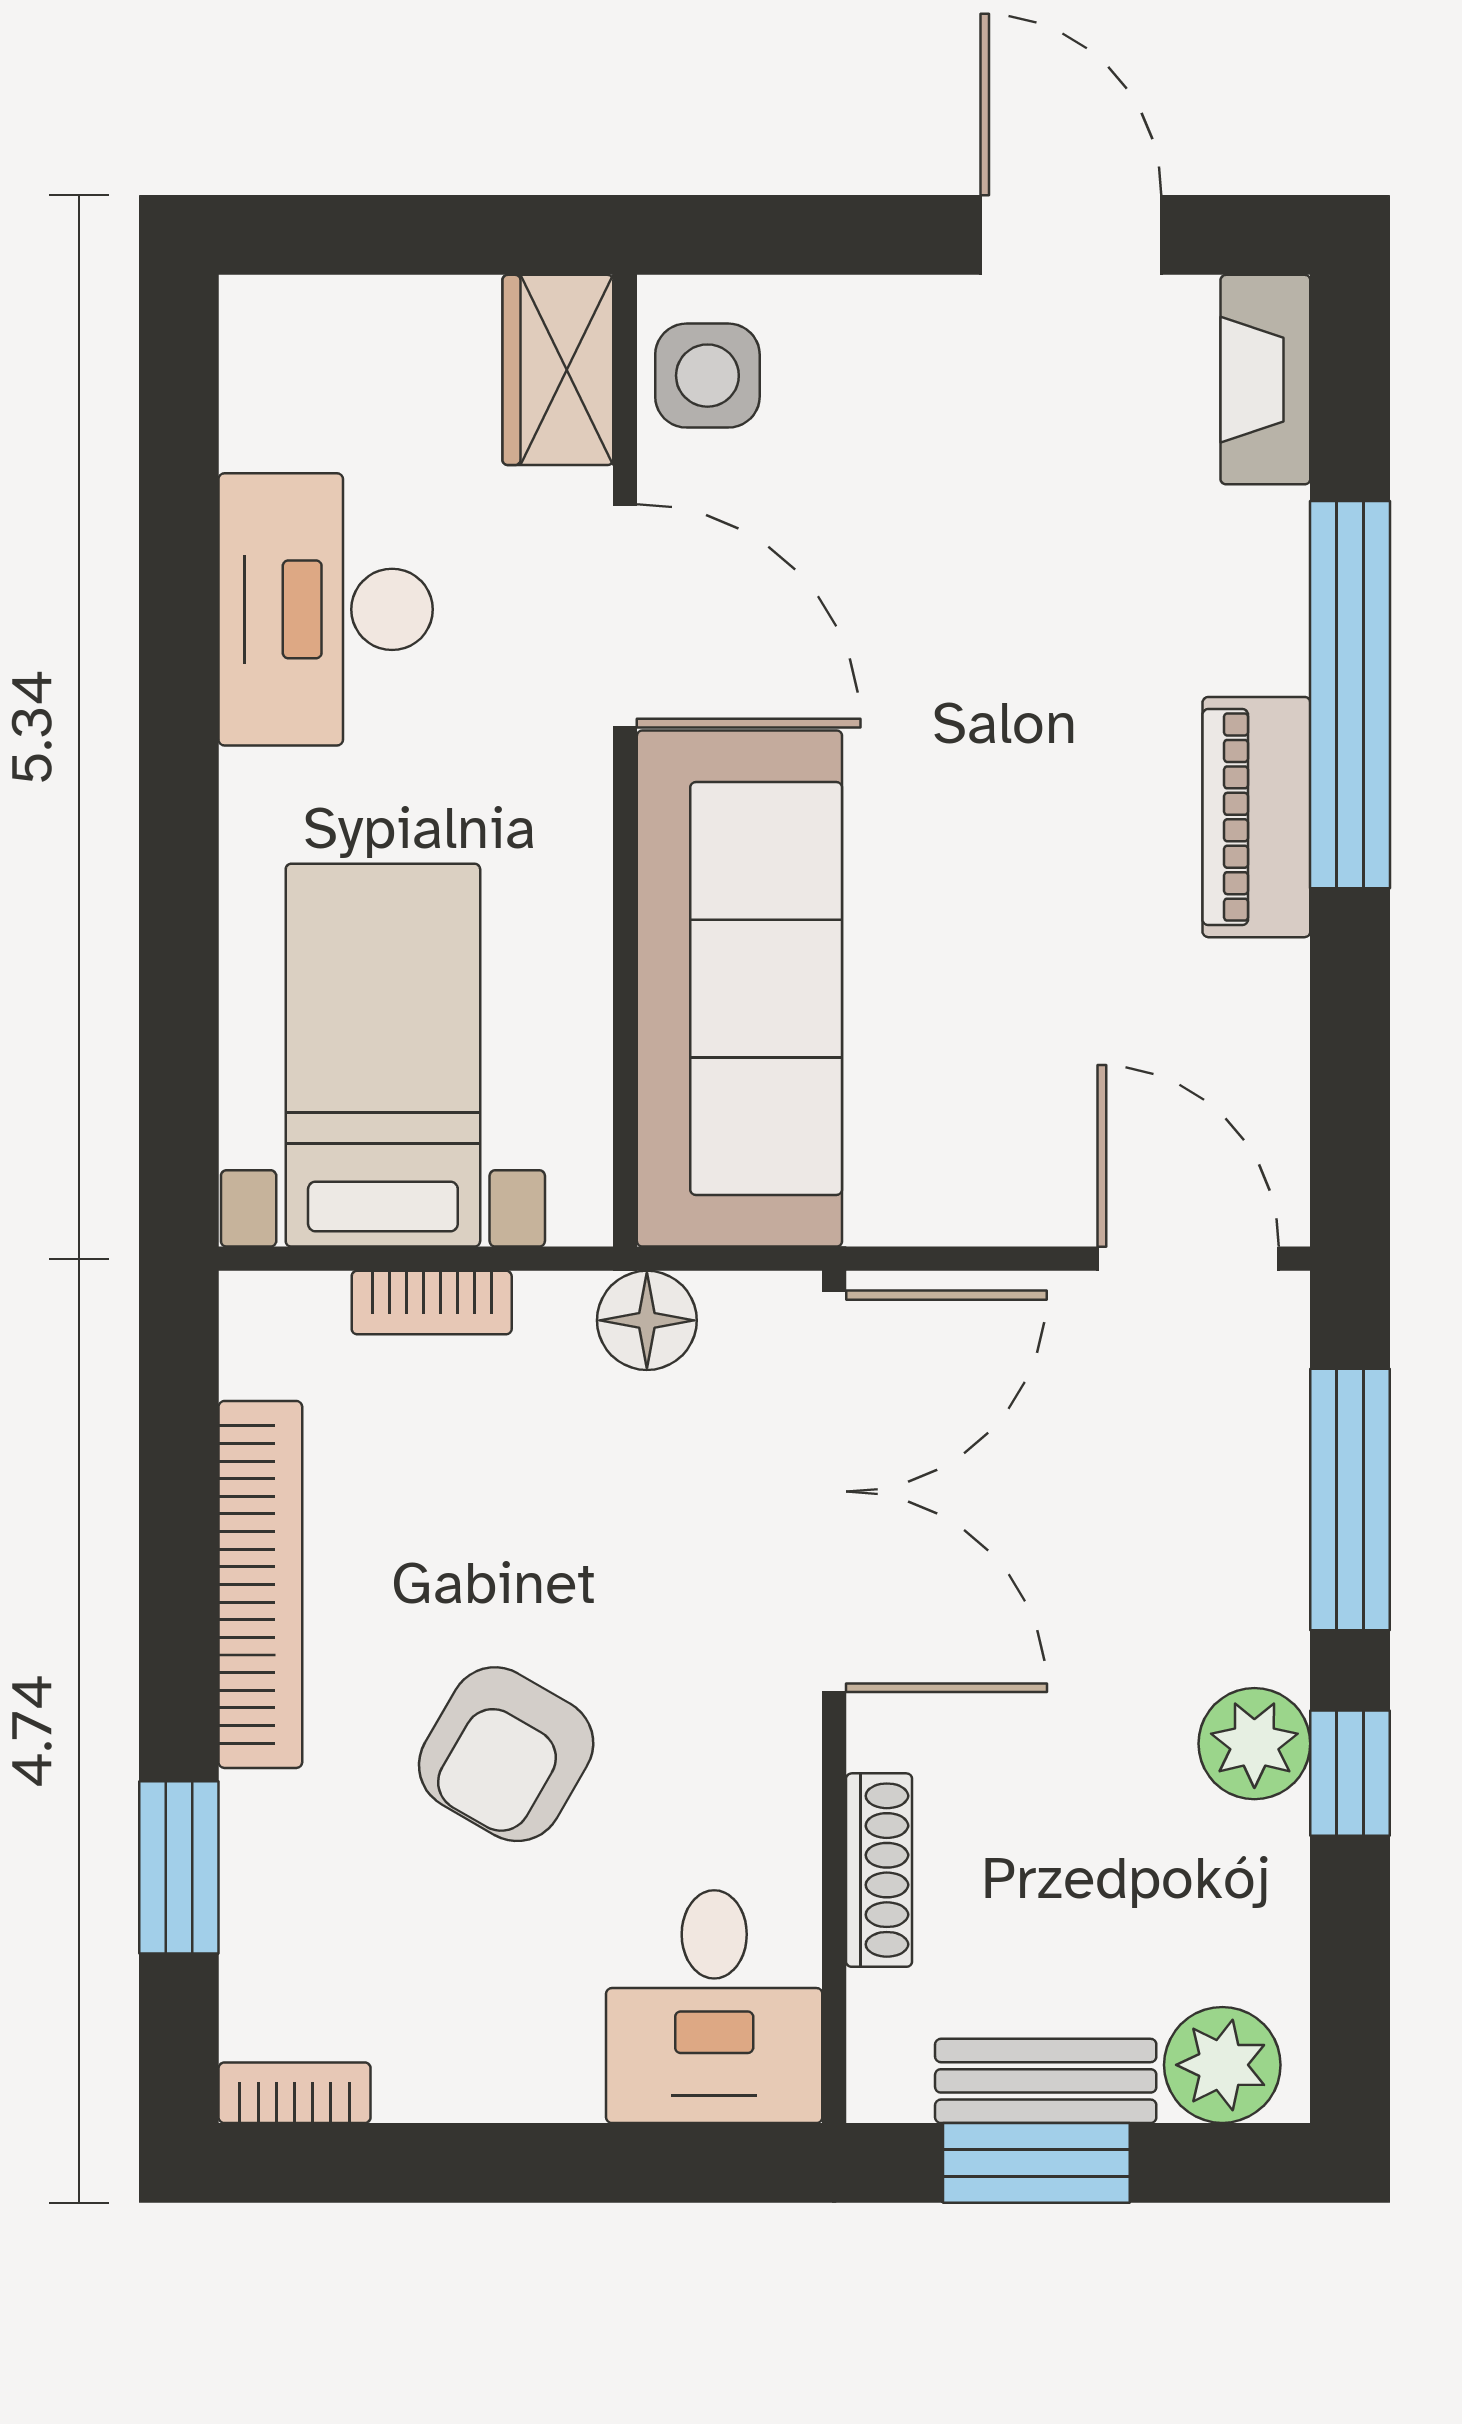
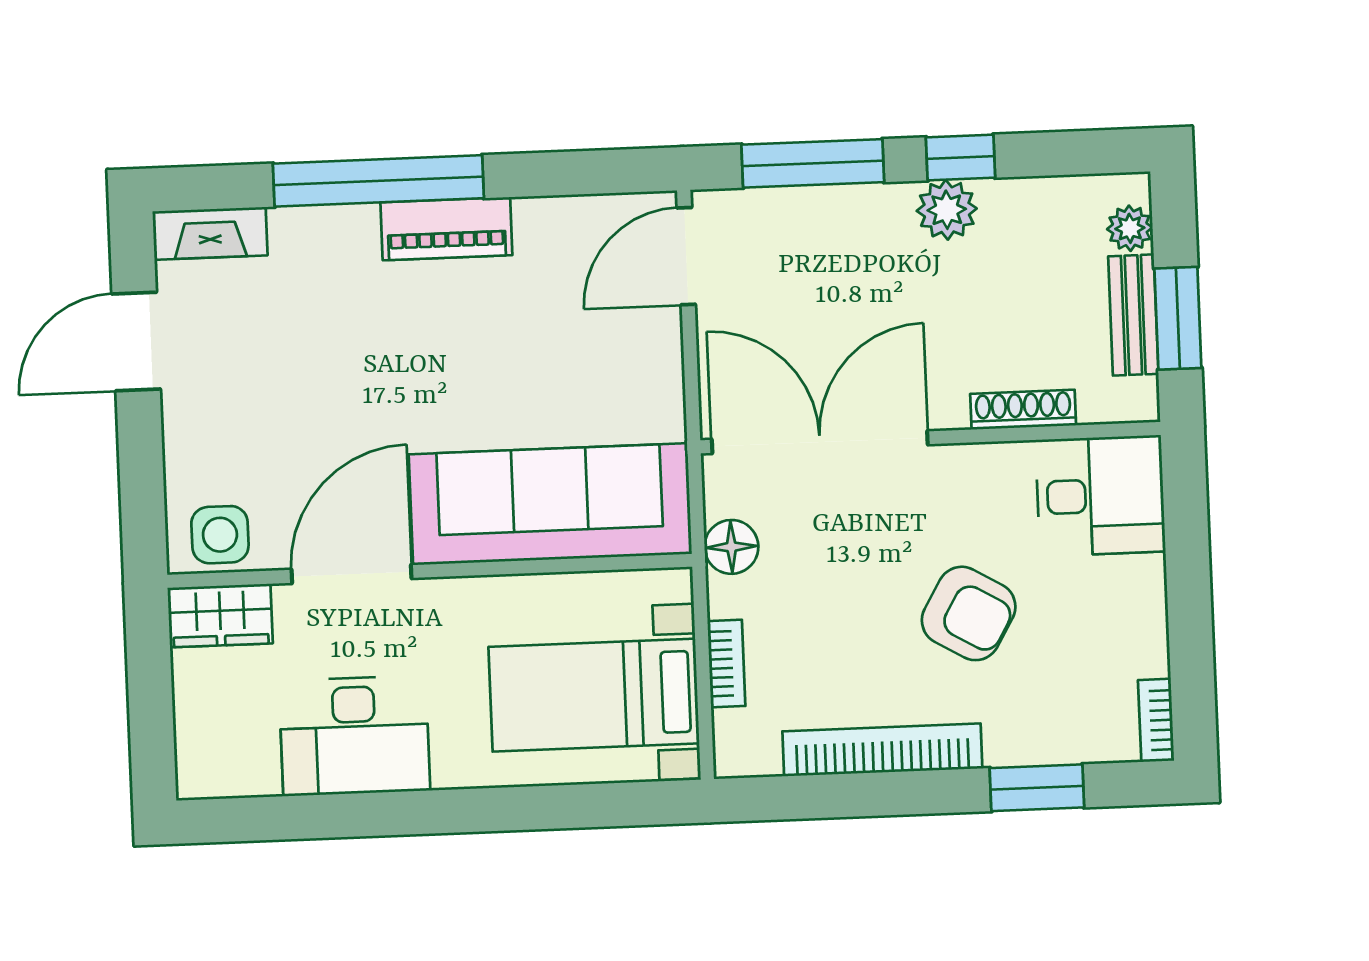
plant: (1222, 2065) -> (1130, 228), width x0.73, depth x0.73

